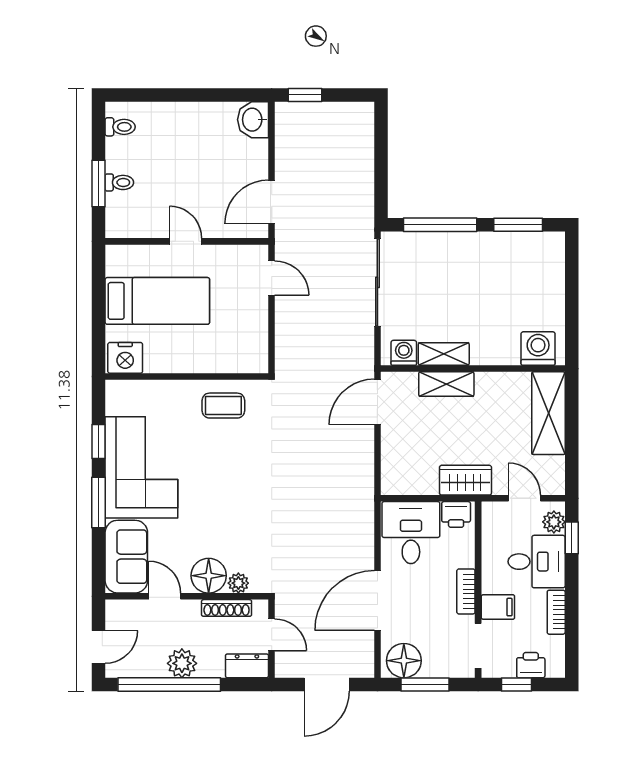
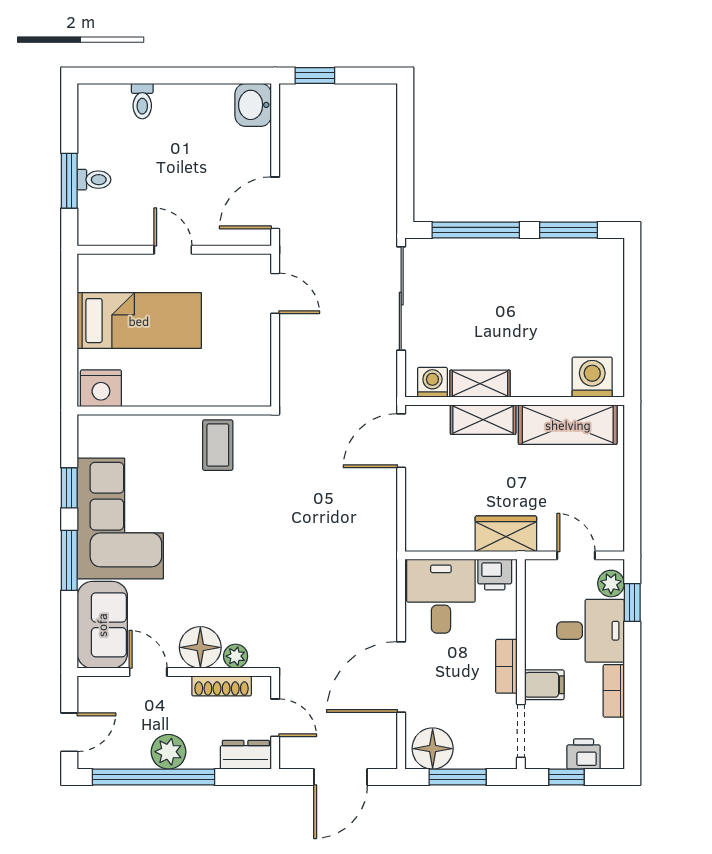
toilet: (120, 127) -> (142, 101), moved, turned 90
coffee table: (223, 406) -> (218, 445), turned 90
shelving: (548, 413) -> (568, 425), moved, turned 90

